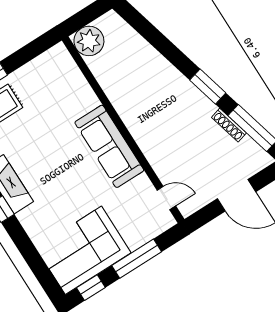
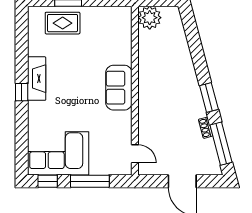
shoe rack: (229, 125) -> (206, 128), width x0.70
sofa: (109, 146) -> (119, 88), width x0.73

